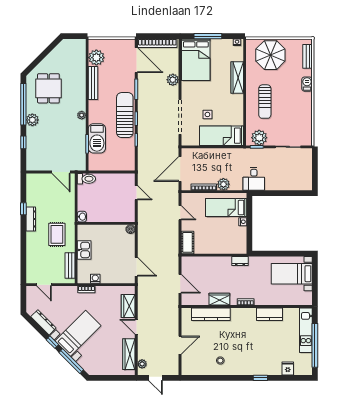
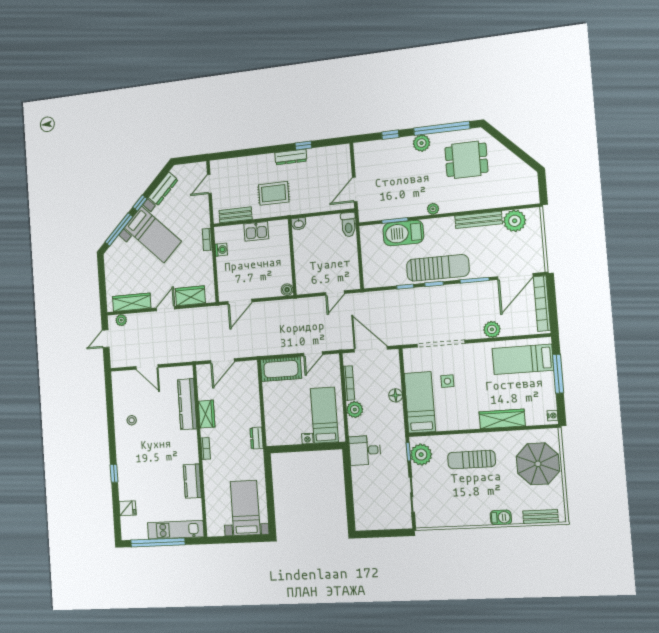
bed: (196, 60) -> (523, 359), width x0.67
floor lamp: (215, 153) -> (396, 395), added
cot: (188, 242) -> (281, 369), width x1.37, depth x1.34

